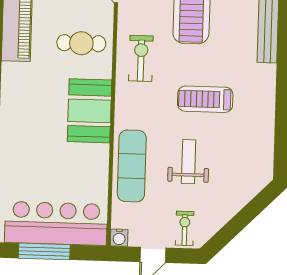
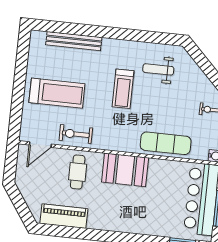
exercise bike: (141, 58) -> (76, 134), moved
weight bench: (189, 162) -> (158, 69), moved

